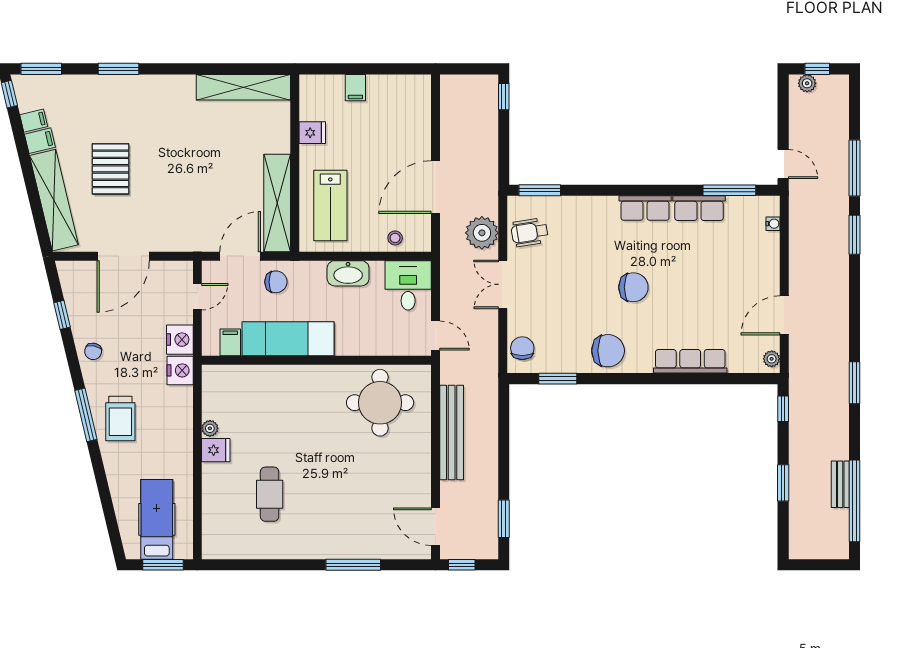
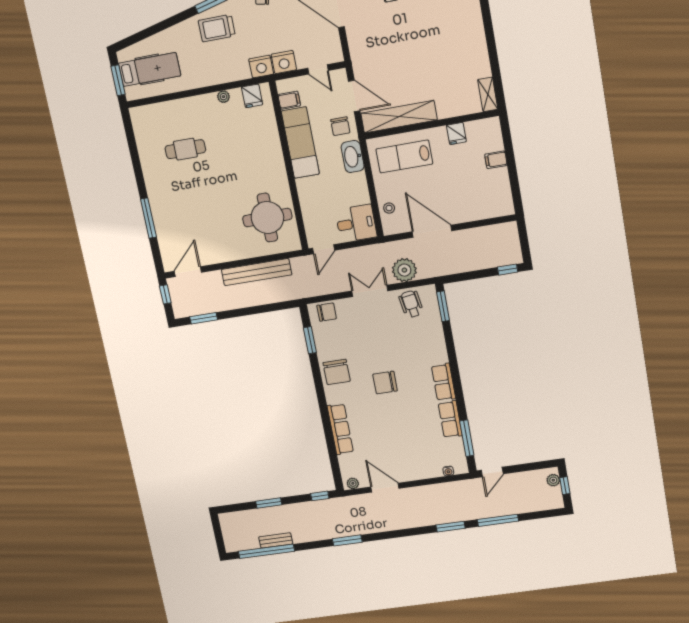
shelving: (243, 87) -> (488, 94), width x0.45, depth x0.75
washbasin: (348, 273) -> (353, 157), moved
chair: (633, 287) -> (385, 383), turned 90
fridge: (216, 450) -> (252, 96), moved

